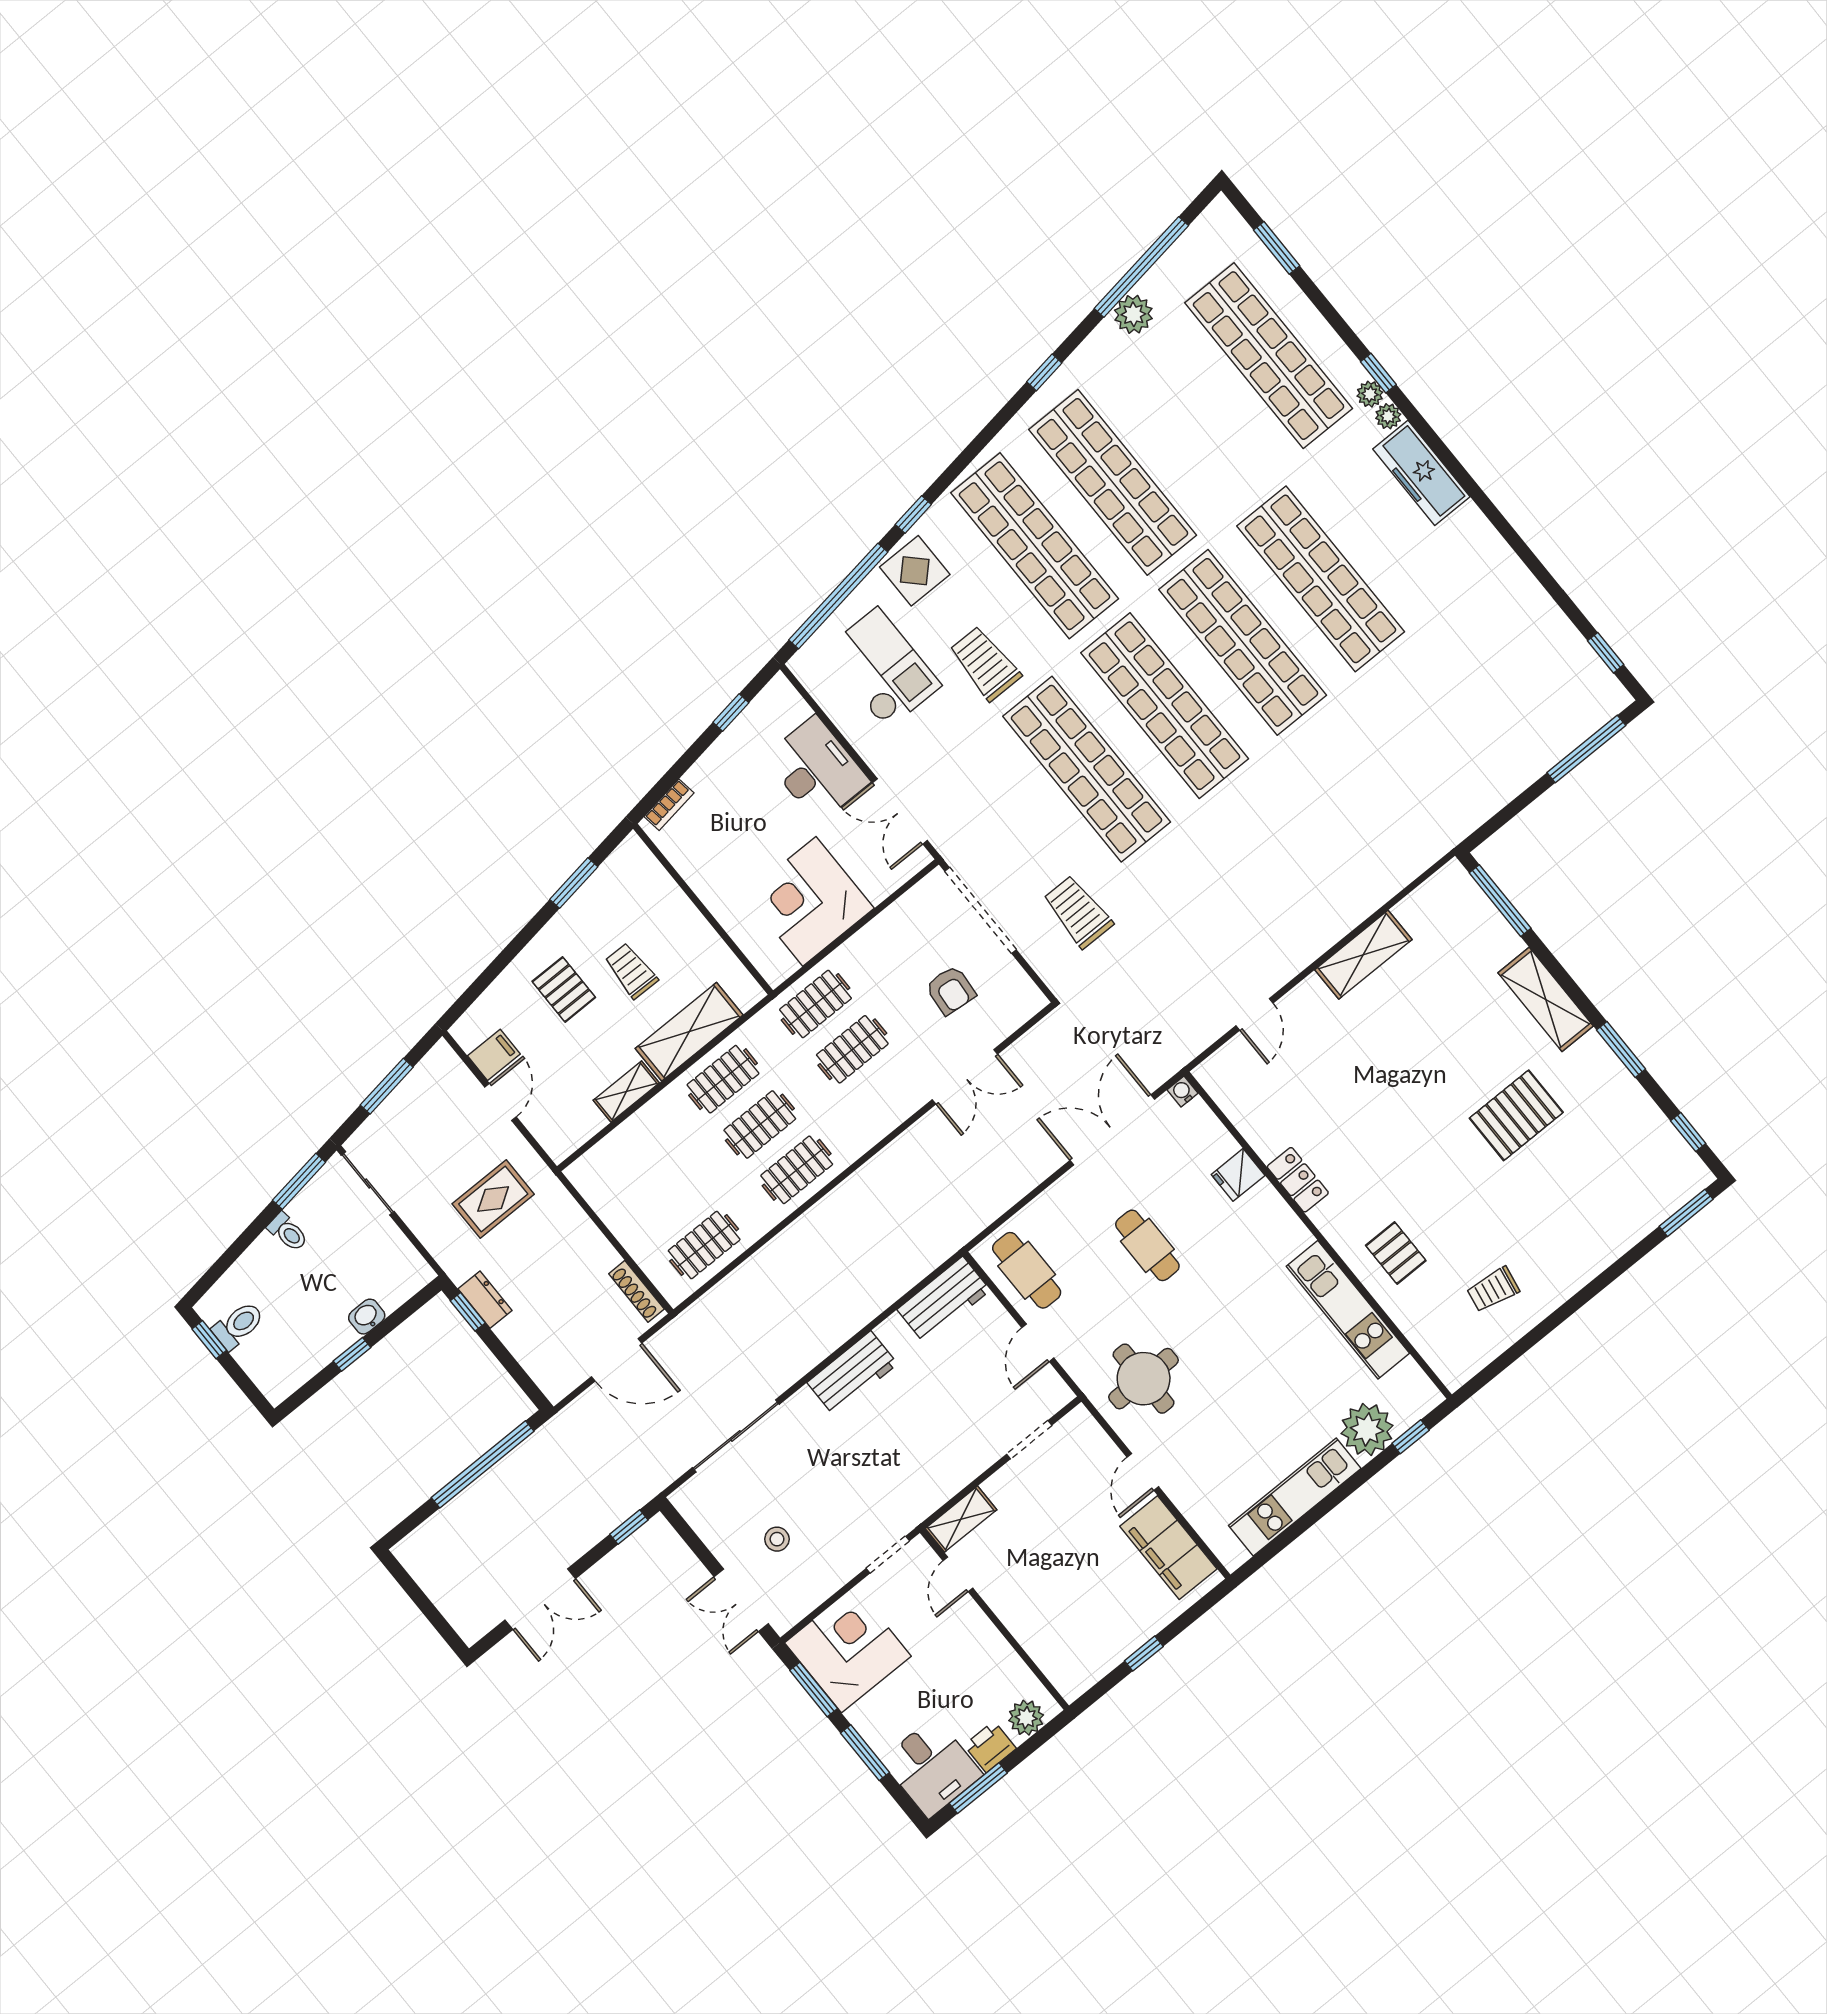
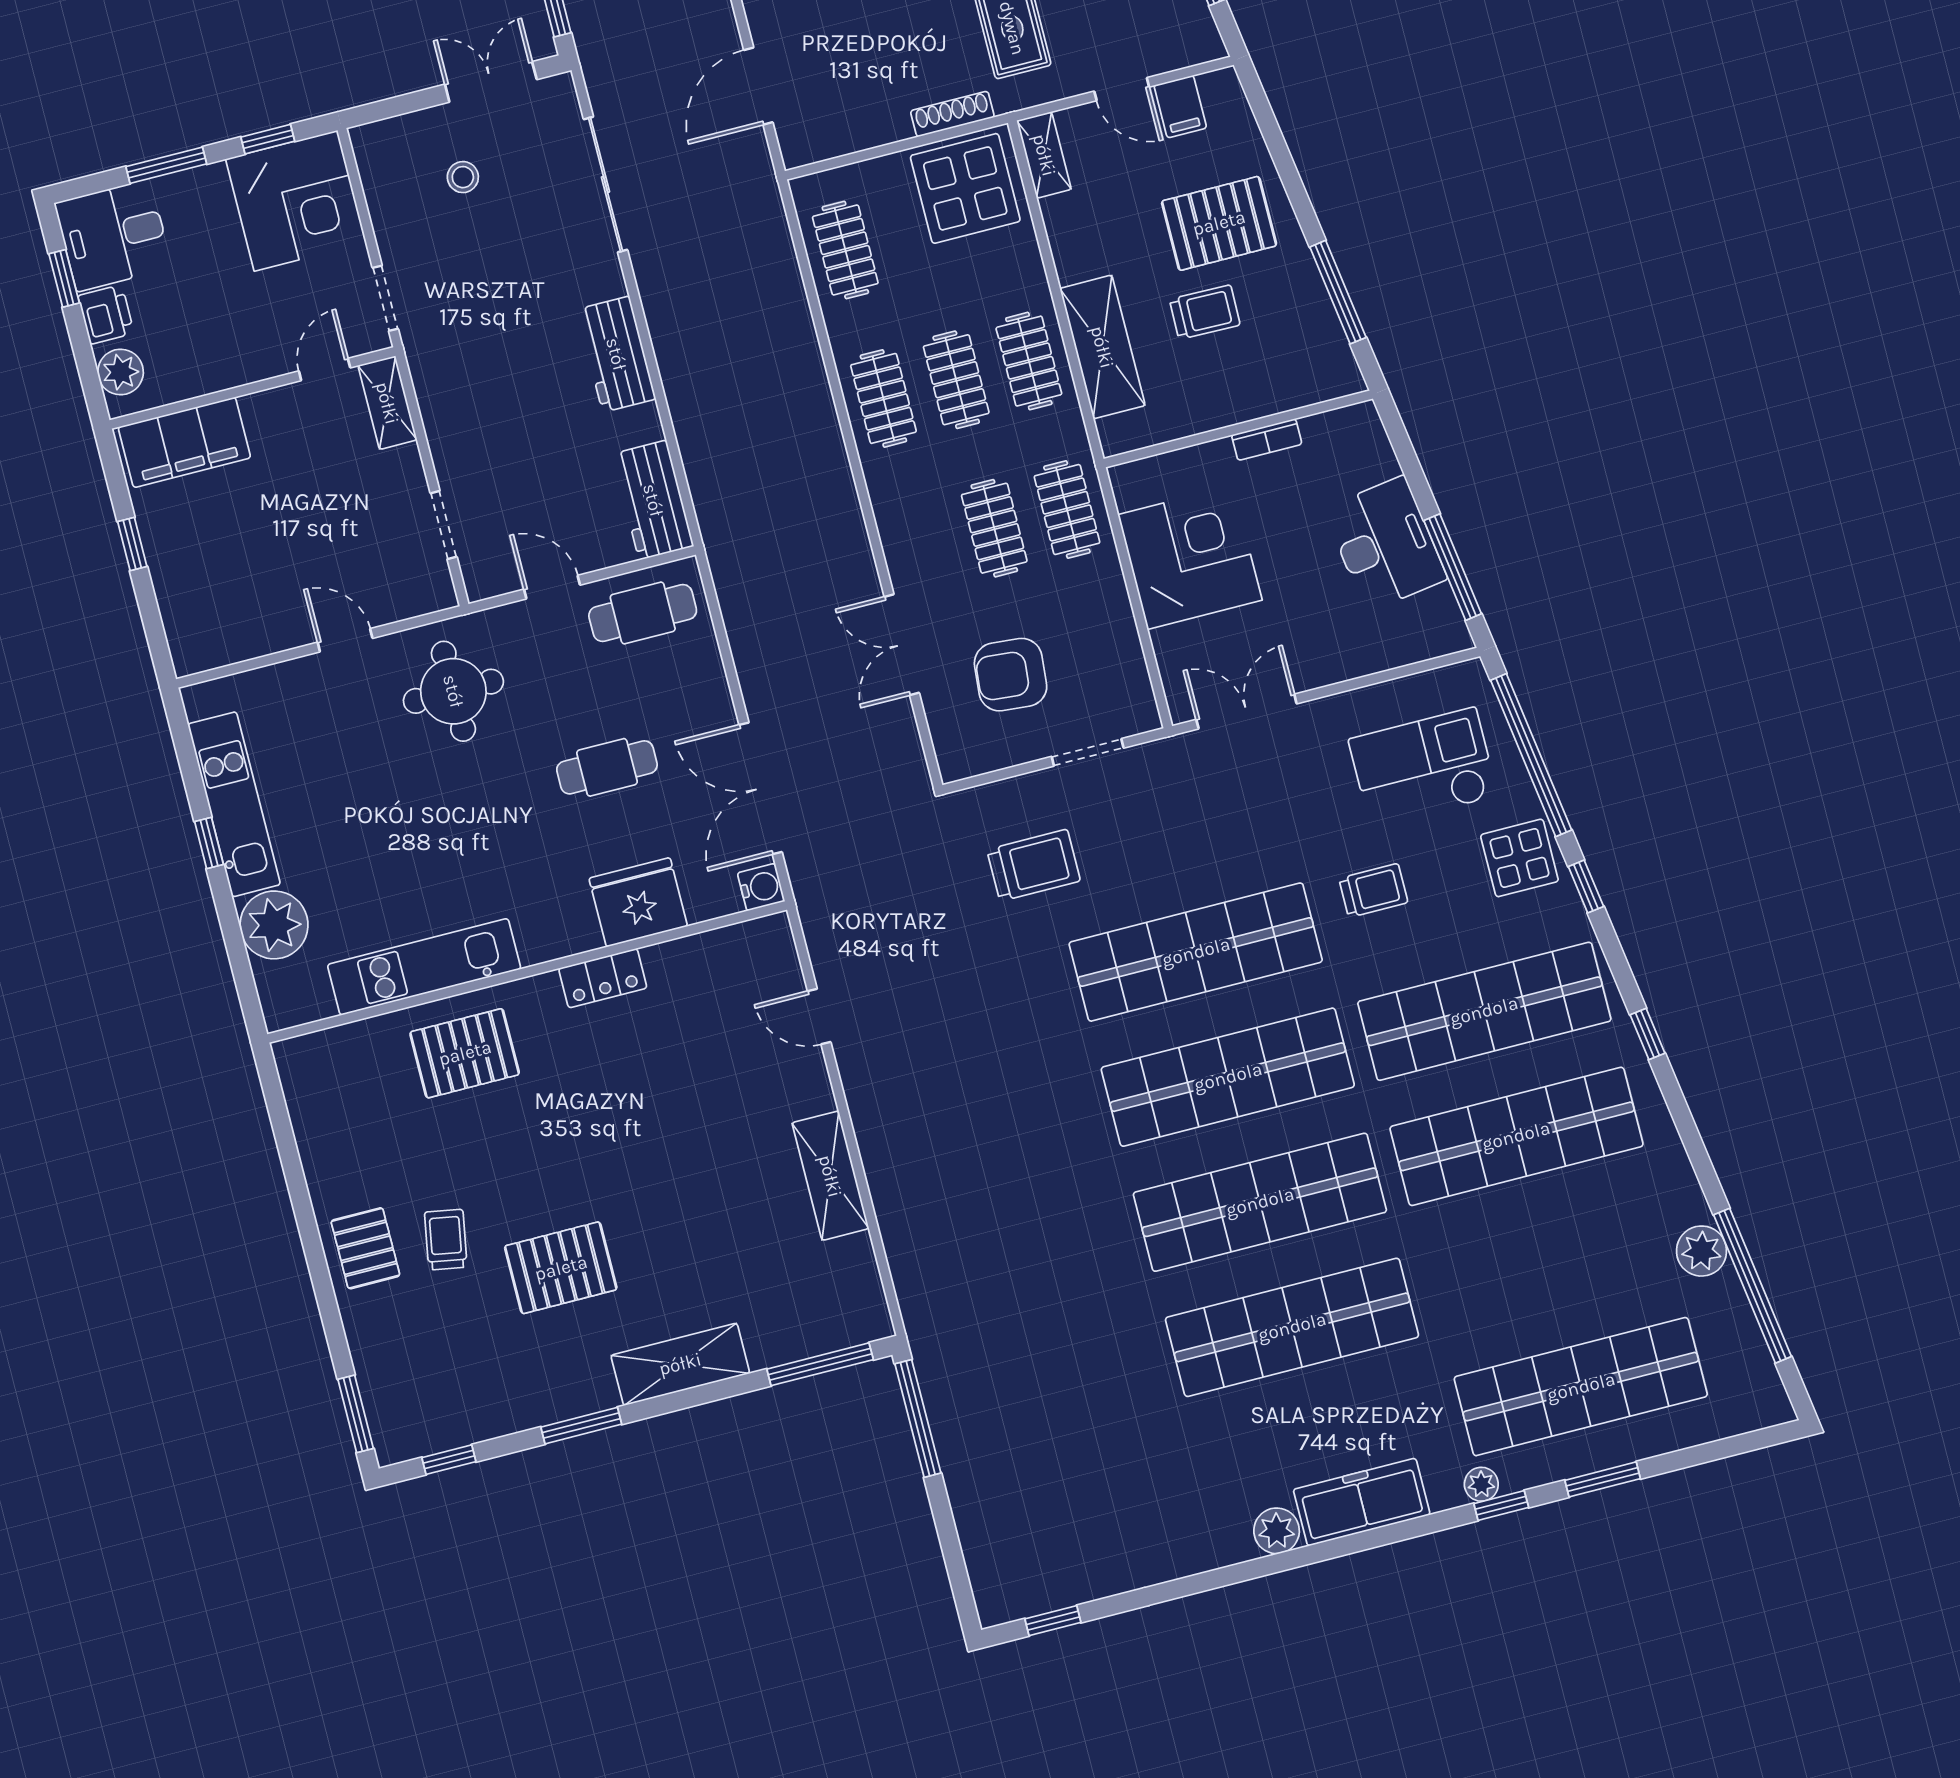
window: (1277, 248) -> (1603, 1479), moved
window: (1044, 372) -> (1647, 1034), moved
plant: (1388, 416) -> (1277, 1531), moved, width x1.38, depth x1.38
trolley: (985, 663) -> (1373, 890), width x0.73, depth x0.72
checkout: (882, 668) -> (1423, 768), turned 180
window: (731, 713) -> (1453, 567), width x2.17
window: (1586, 749) -> (918, 1418), moved
desk: (817, 769) -> (1385, 544), moved, turned -98
bookcase: (669, 805) -> (1267, 440), moved, turned -82
window: (574, 883) -> (1338, 292), width x1.44
doorway: (980, 910) -> (1088, 752), width x0.53
pallet: (564, 989) -> (1219, 223), width x1.50, depth x1.42
armchair: (951, 990) -> (1011, 675), width x1.38, depth x1.38
water cooler: (1183, 1091) -> (761, 887), width x1.38, depth x1.38
shelving: (626, 1092) -> (1044, 155), moved
pallet: (1516, 1115) -> (561, 1268), turned 90
double door: (1112, 1130) -> (761, 788), swing flipped
fridge: (1238, 1175) -> (638, 902), width x1.88, depth x1.34
display table: (622, 1180) -> (965, 188), added
pallet: (1396, 1253) -> (465, 1053), width x1.50, depth x1.42
pallet: (1566, 1260) -> (365, 1248), added
trolley: (1493, 1290) -> (446, 1240), moved
shoe rack: (636, 1291) -> (952, 114), moved
window: (1411, 1437) -> (209, 843), moved
filing cabinet: (1168, 1548) -> (184, 442), moved, turned 180
door: (958, 1574) -> (325, 369), hinge flipped
double door: (741, 1600) -> (491, 82), moved
window: (814, 1689) -> (268, 139), width x0.67
window: (978, 1788) -> (64, 278), width x0.67

